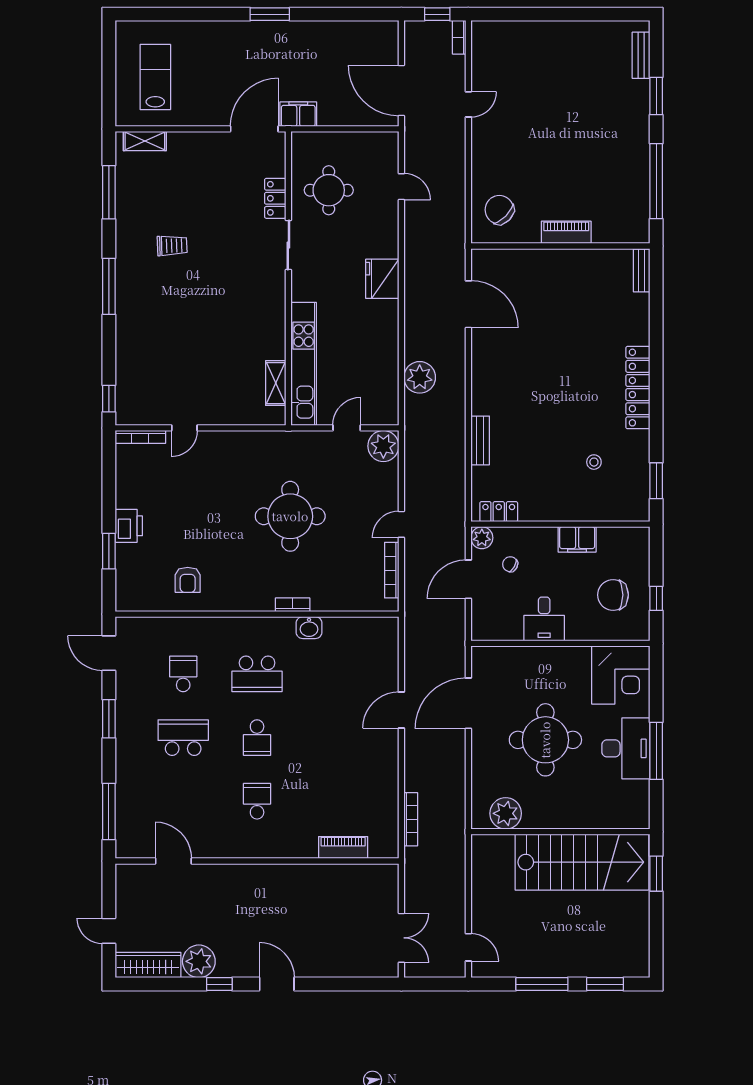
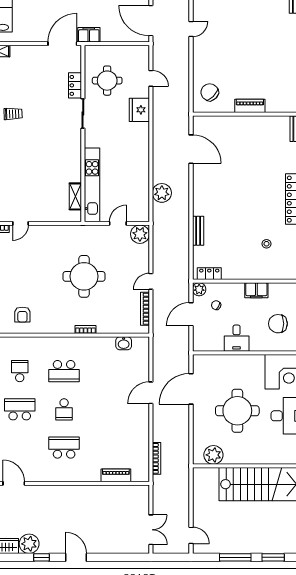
fridge: (382, 279) -> (139, 110), moved
washbasin: (309, 628) -> (124, 343), moved
school desk: (257, 801) -> (64, 448), width x1.85

